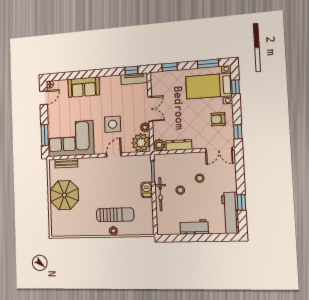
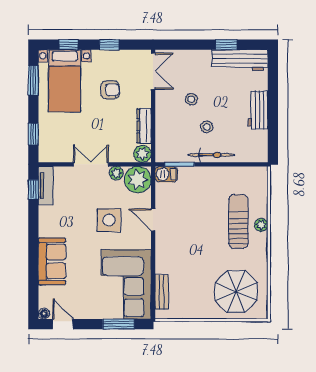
armchair: (218, 119) -> (110, 90), moved, turned -90
window: (238, 132) -> (109, 45), moved
barbecue: (147, 190) -> (166, 174), moved
parasol: (64, 195) -> (236, 291), moved

